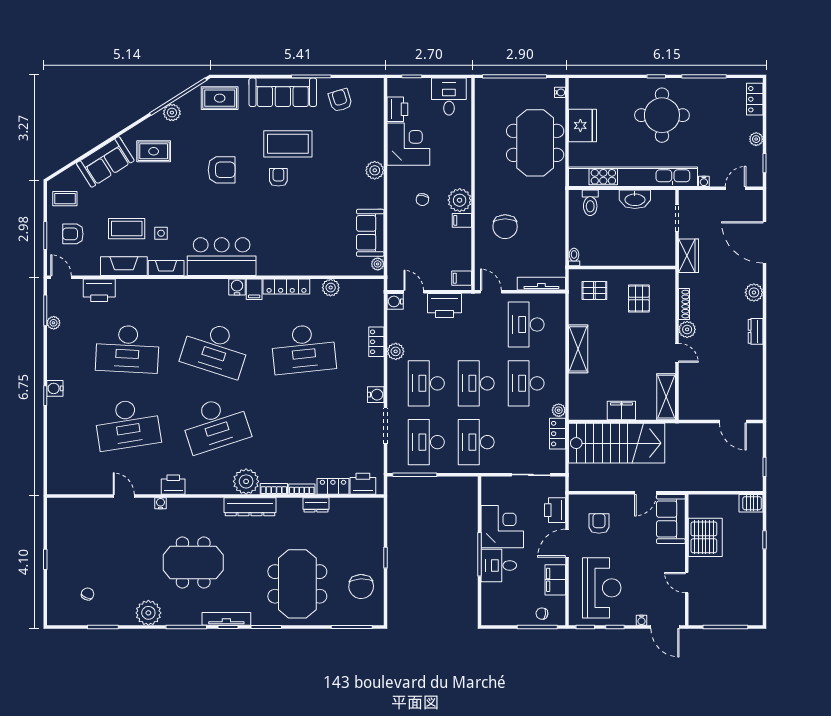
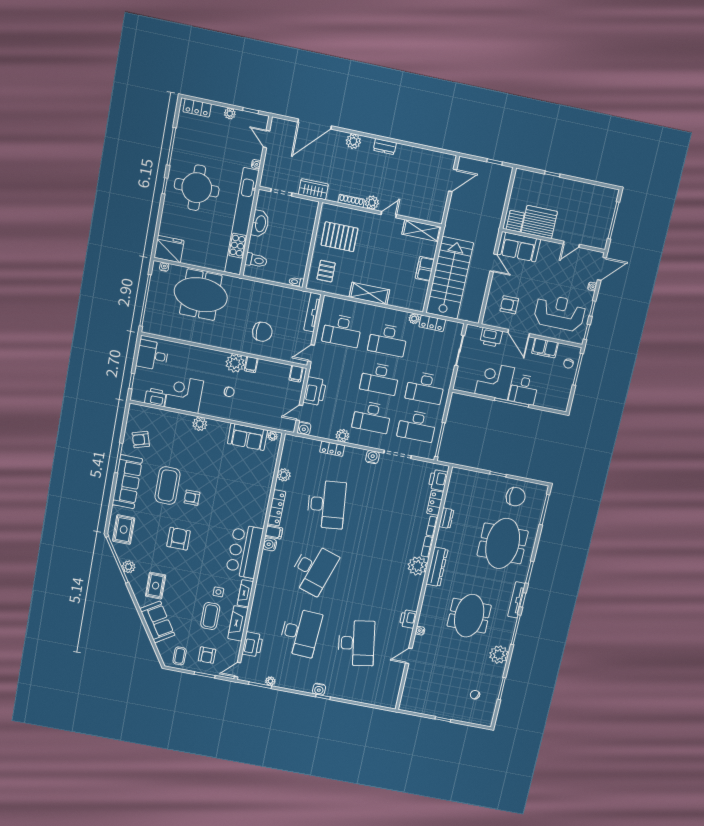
fridge: (582, 125) -> (169, 249), moved
pallet: (639, 299) -> (340, 237), width x1.50, depth x1.42
desk: (215, 424) -> (370, 580), removed
server rack: (751, 503) -> (515, 221), moved, turned 180
meeting table: (297, 584) -> (503, 543), turned 90

